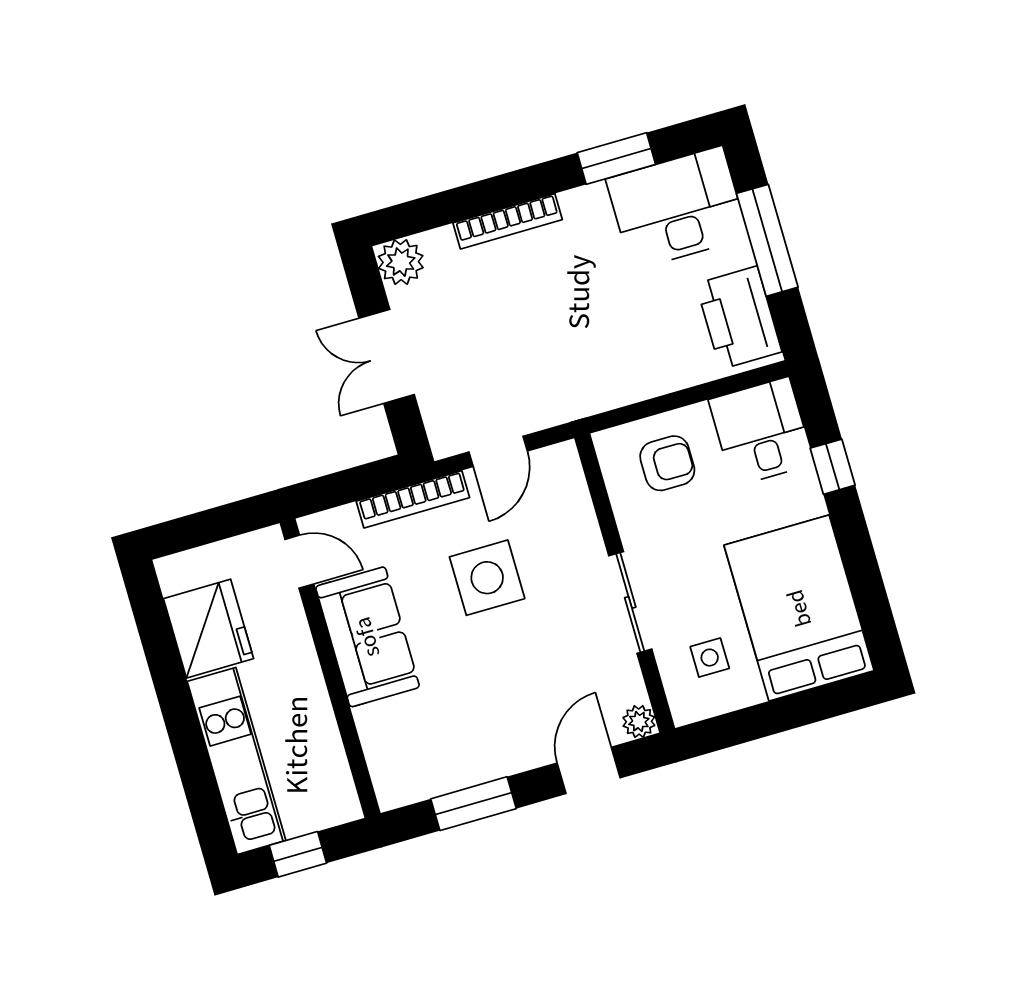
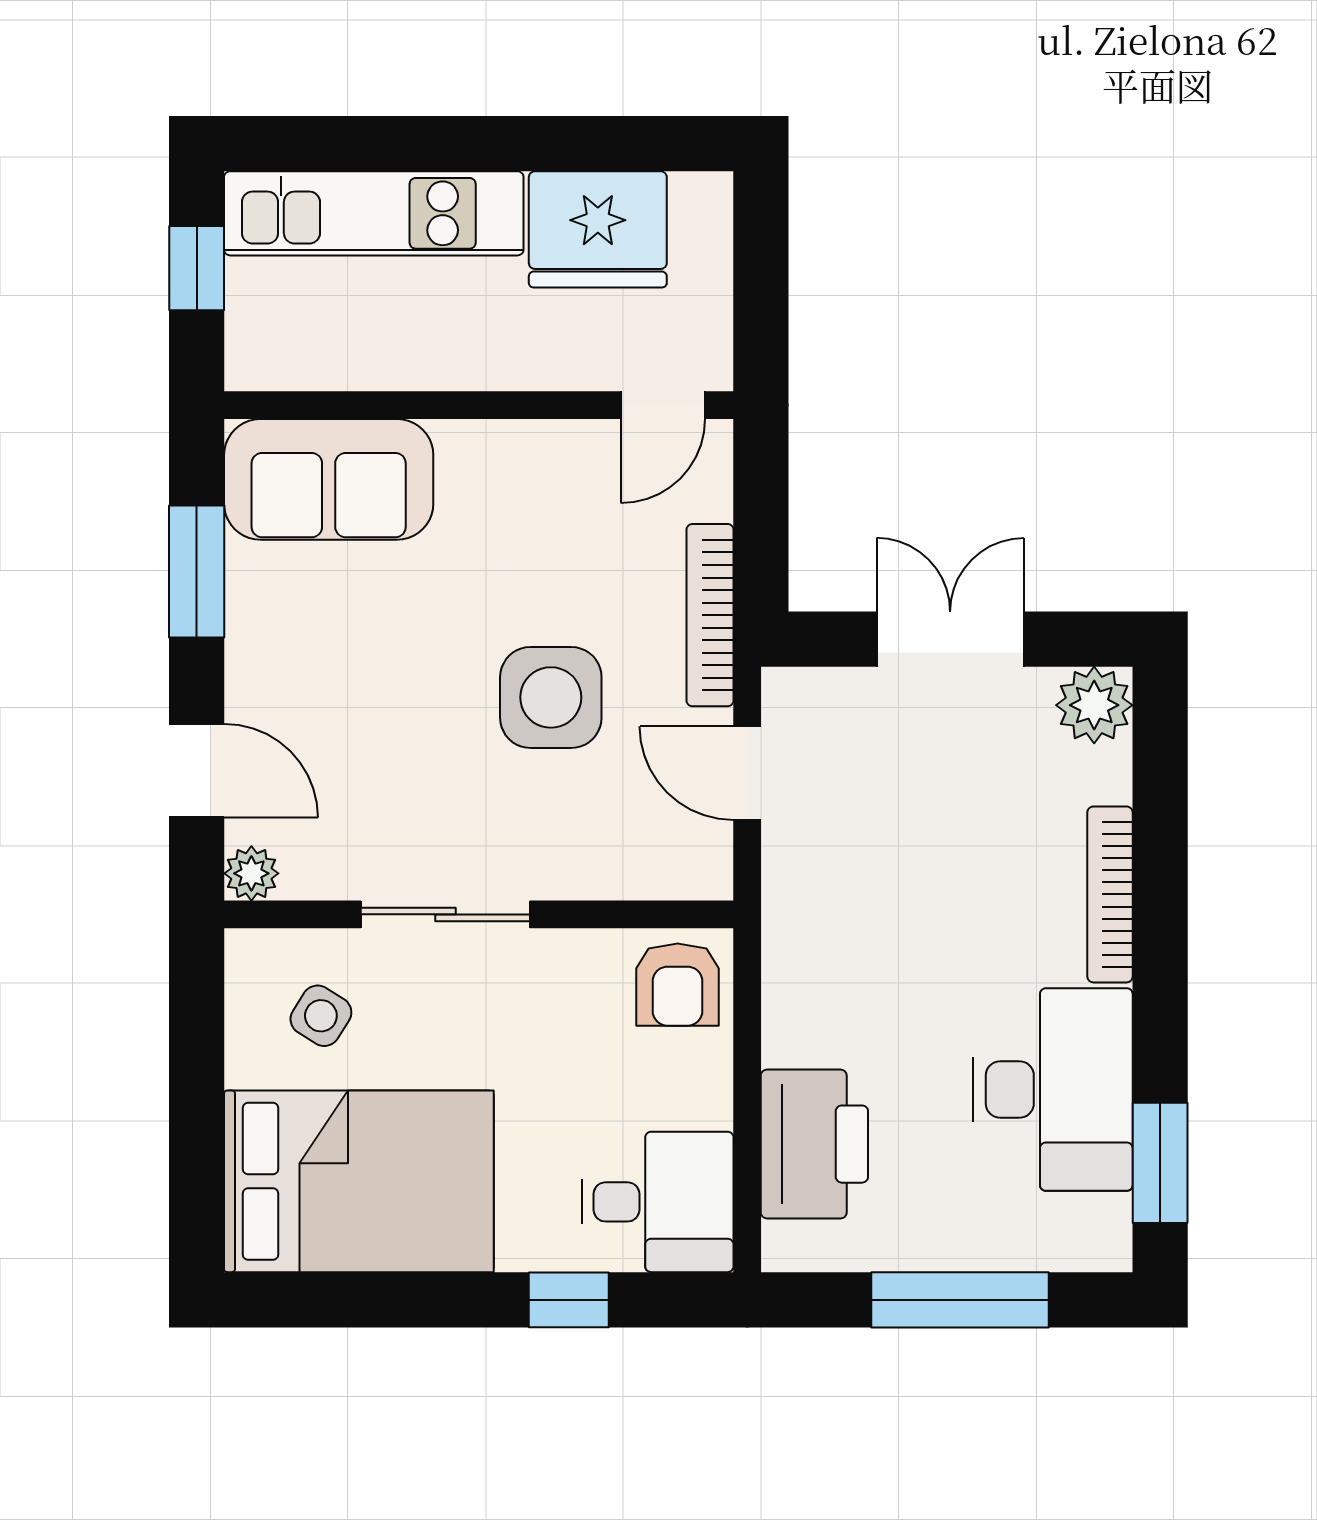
window: (616, 159) -> (1160, 1163), moved
desk: (677, 208) -> (1053, 1089), moved
printer: (739, 318) -> (814, 1144), moved, turned 90
armchair: (667, 463) -> (678, 985), moved
sofa: (367, 637) -> (329, 479), moved
side table: (710, 658) -> (321, 1016), turned 32

